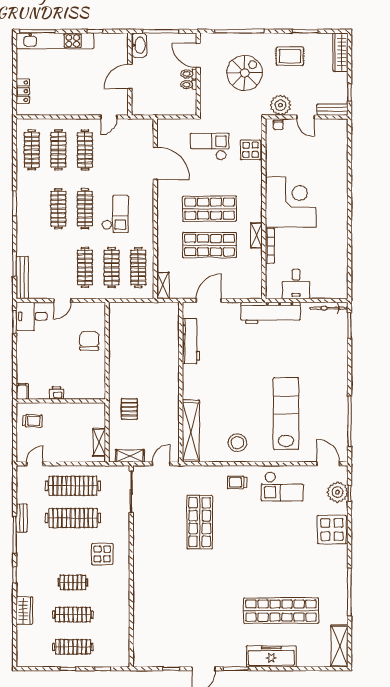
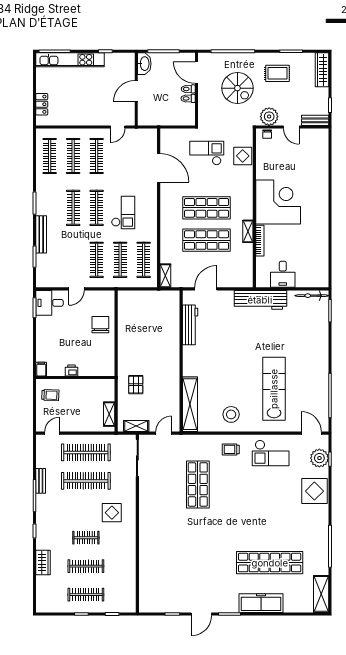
spiral stairs: (245, 73) -> (237, 88), turned 90
bench: (22, 278) -> (41, 234), moved

